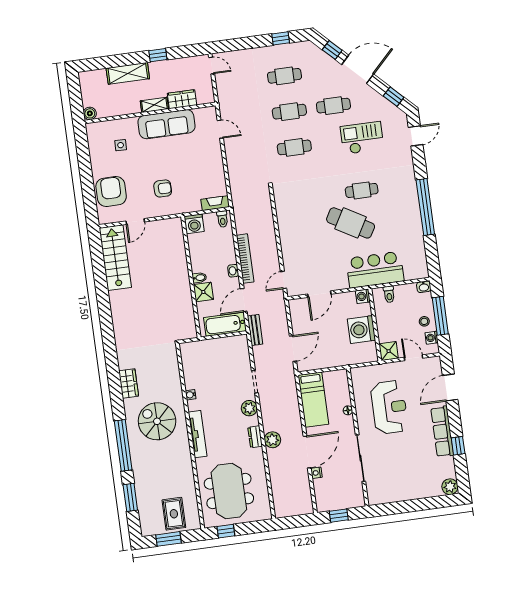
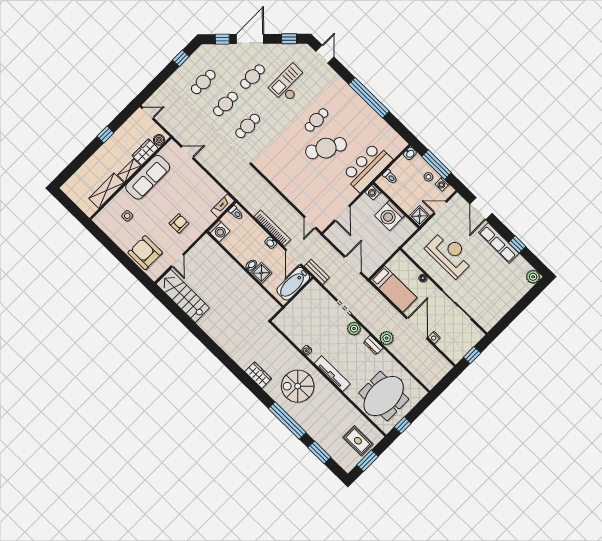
shelving: (128, 73) -> (106, 191), moved
boiler: (90, 113) -> (159, 140), moved
meeting table: (229, 491) -> (384, 396), turned 90

